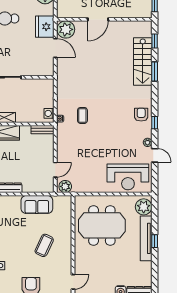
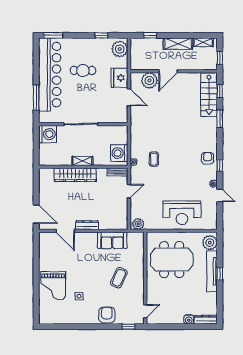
plant: (66, 29) -> (149, 80), moved
stairs: (143, 62) -> (209, 95), moved
washing machine: (49, 113) -> (119, 153), width x1.89, depth x1.89
door: (55, 170) -> (129, 191), moved
reception desk: (128, 177) -> (182, 213), moved

